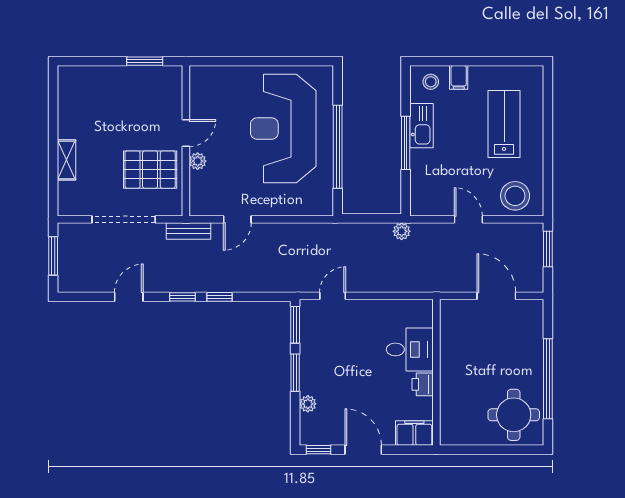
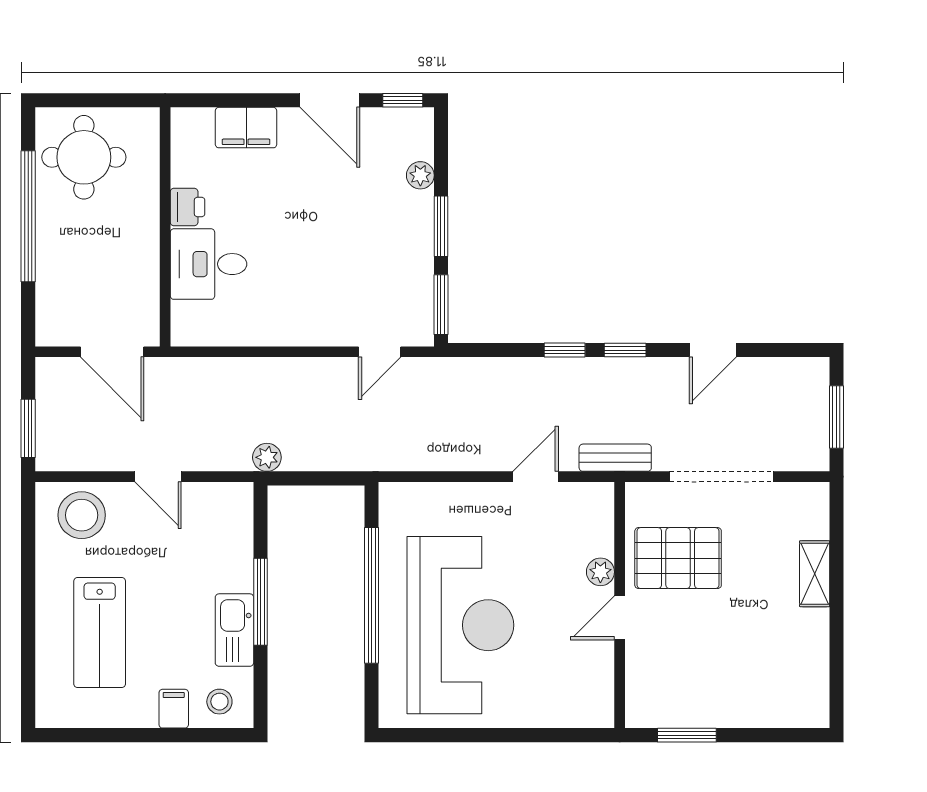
desk: (410, 349) -> (209, 264), moved
wall: (436, 372) -> (165, 227), moved
printer: (423, 384) -> (187, 207), moved

